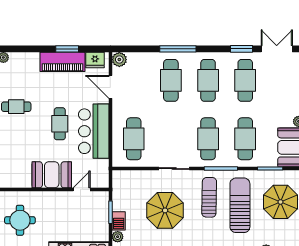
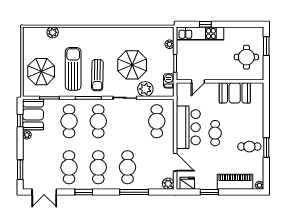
window: (178, 49) -> (134, 192), moved
window: (241, 49) -> (84, 192), moved
piano: (63, 62) -> (235, 182), moved
booth: (52, 175) -> (235, 93), moved
plant: (148, 180) -> (145, 89), added
sun lounger: (240, 205) -> (73, 69), turned 180
barbecue: (119, 221) -> (169, 81), moved

